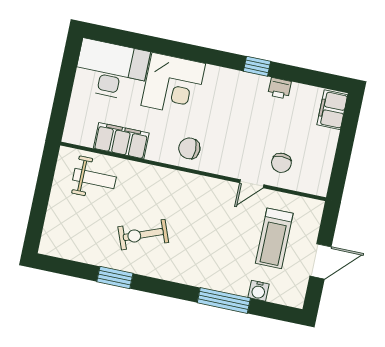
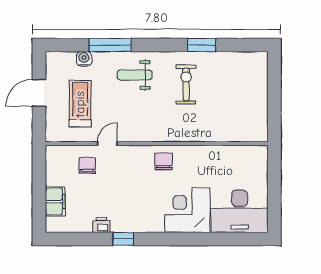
filing cabinet: (332, 110) -> (55, 202), moved
filing cabinet: (121, 141) -> (220, 156), removed
chair: (189, 148) -> (164, 161), turned -90
weight bench: (94, 178) -> (135, 75), moved
exercise bike: (143, 235) -> (186, 84), turned -69

